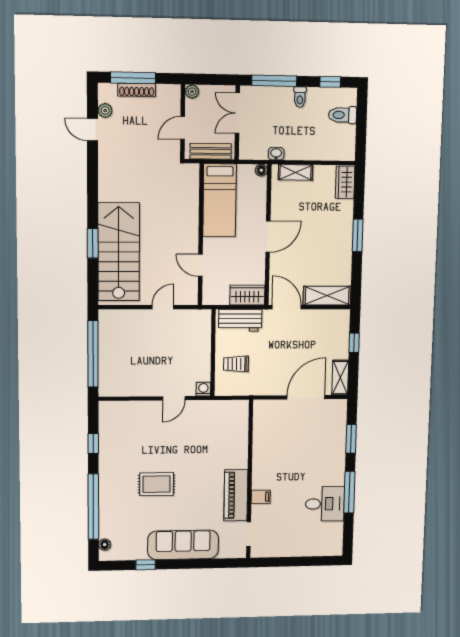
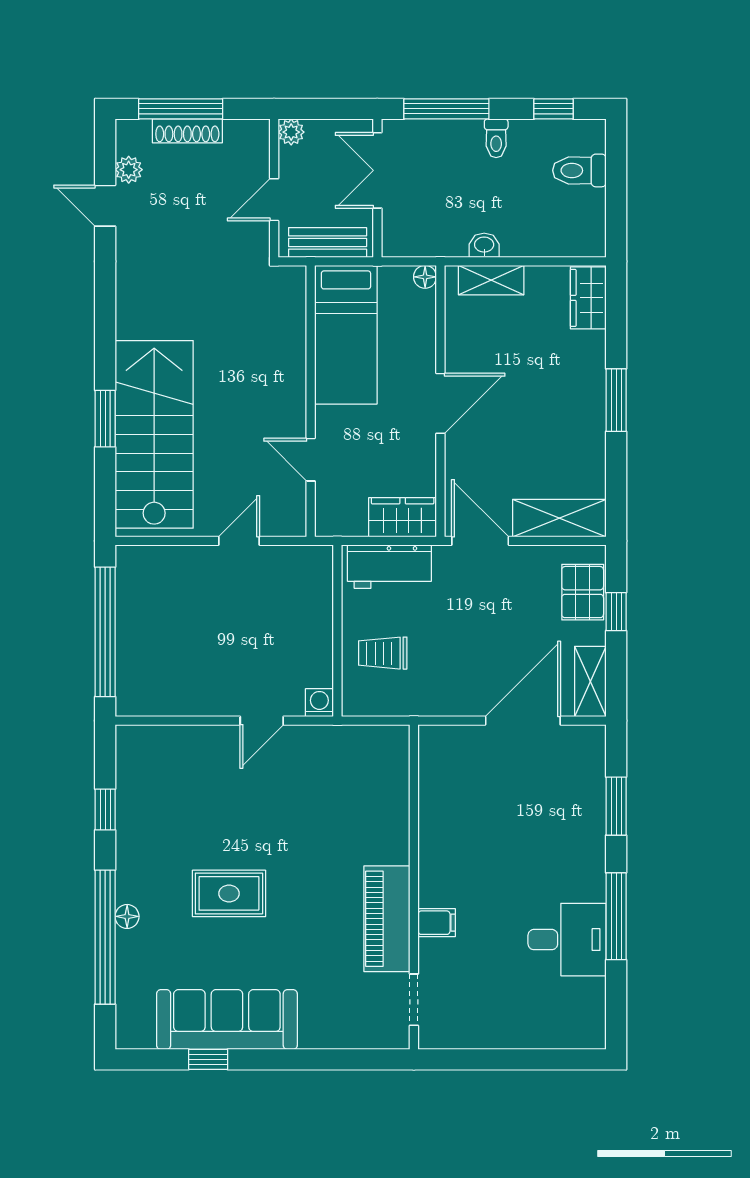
washbasin: (276, 154) -> (484, 245), moved
pallet: (338, 333) -> (583, 592), added
floor lamp: (105, 545) -> (127, 916), moved
sofa: (183, 545) -> (227, 1020), moved

